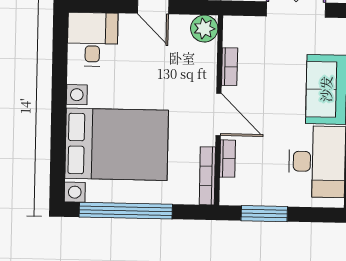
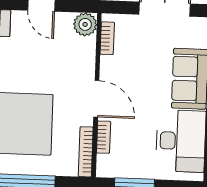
bookcase: (230, 67) -> (107, 38), moved

